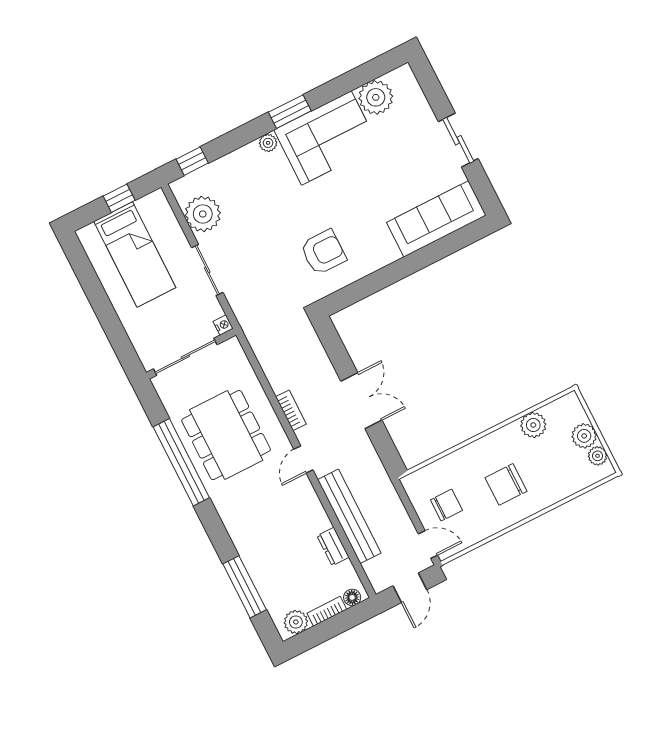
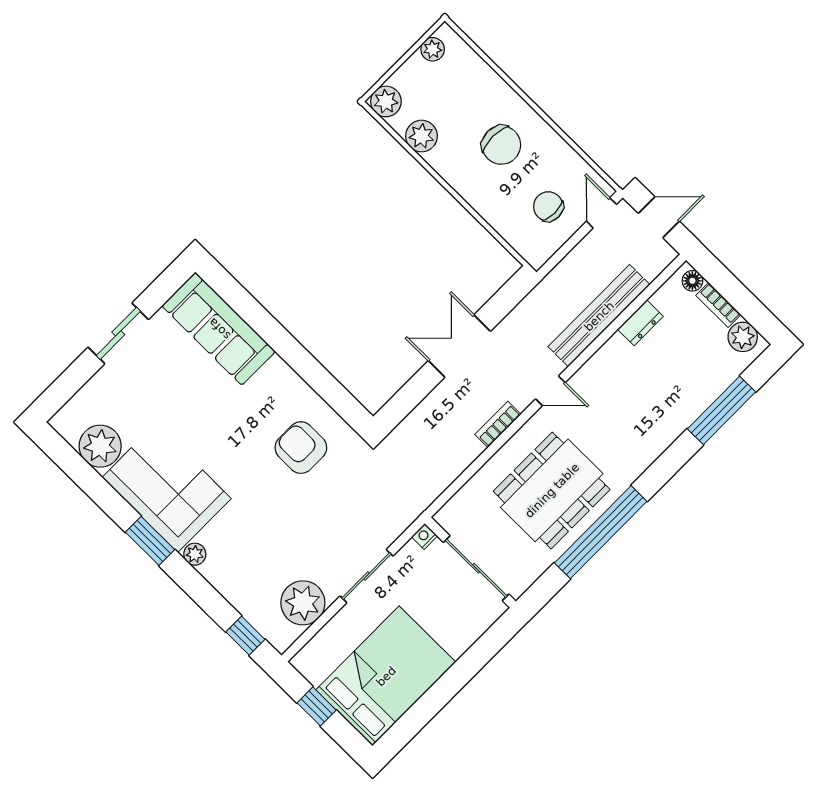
bed: (135, 254) -> (386, 676), width x1.50
plant: (584, 436) -> (386, 101), moved

